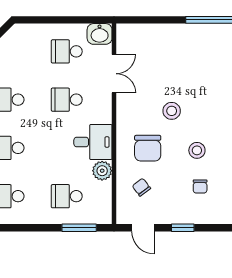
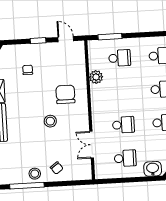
washbasin: (100, 34) -> (153, 169), moved
desk: (93, 142) -> (104, 97), removed
stool: (197, 150) -> (35, 174), moved
chair: (141, 187) -> (57, 168), moved

